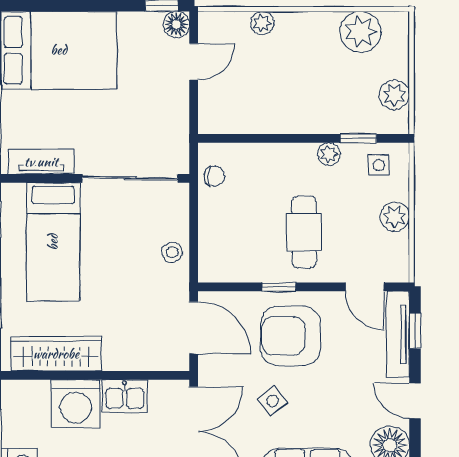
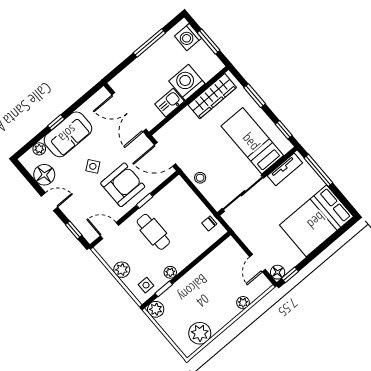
plant: (394, 95) -> (156, 309), moved
tv unit: (398, 334) -> (80, 223), removed
side table: (272, 401) -> (93, 166), moved

